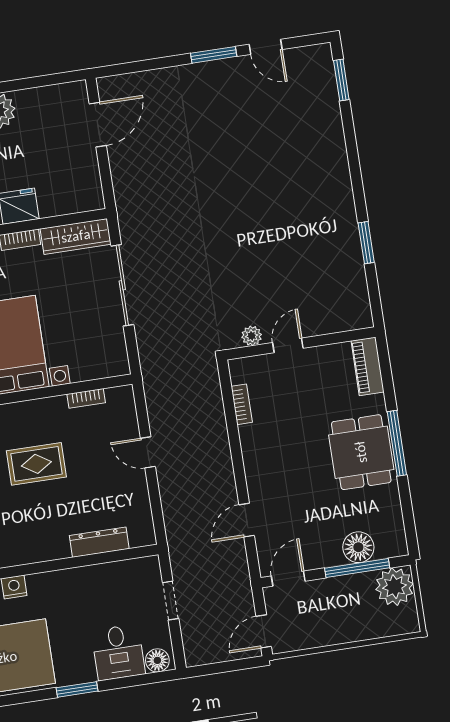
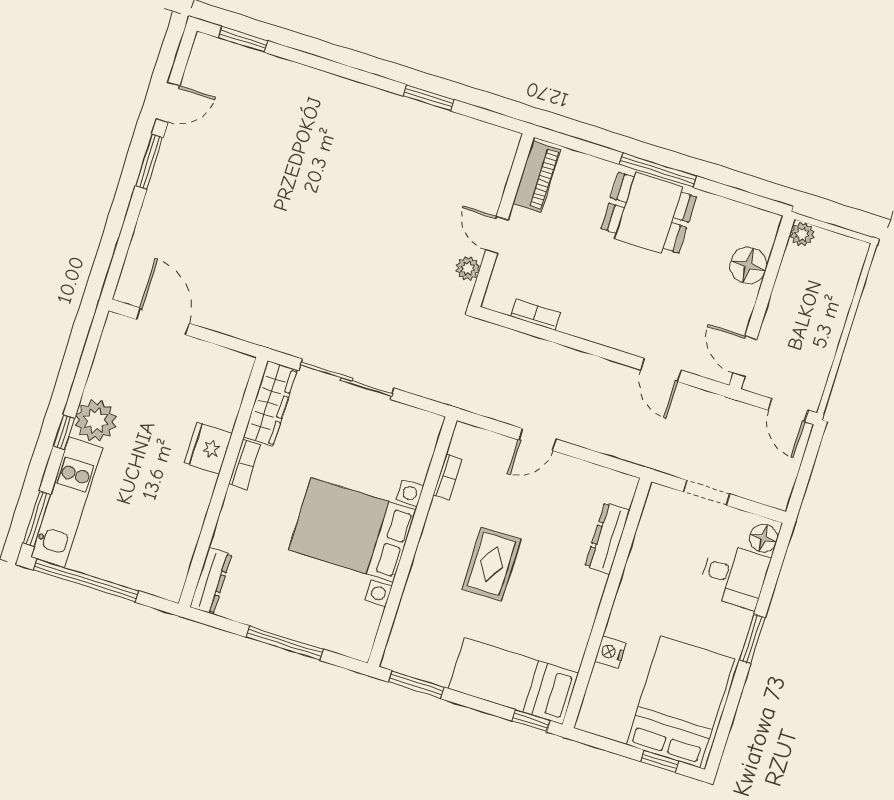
piano: (368, 366) -> (537, 177), moved, turned -90
window: (357, 568) -> (770, 278), removed
plant: (395, 587) -> (802, 234), width x0.53, depth x0.53

